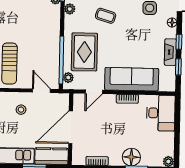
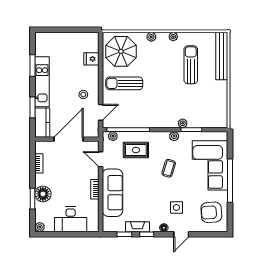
rug: (84, 52) -> (136, 150), width x0.73, depth x0.70
desk: (161, 113) -> (71, 219), moved
door: (71, 127) -> (69, 139), hinge flipped

